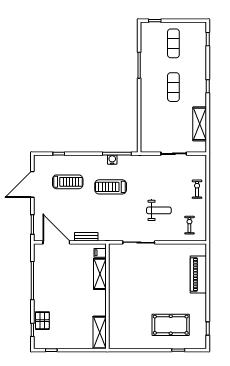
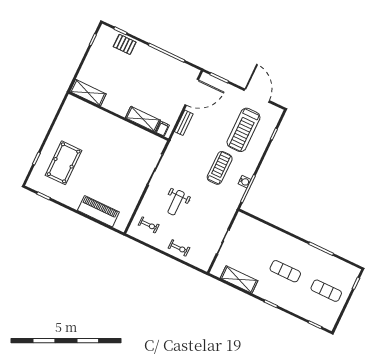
treadmill: (68, 182) -> (243, 130), width x1.37, depth x1.38

